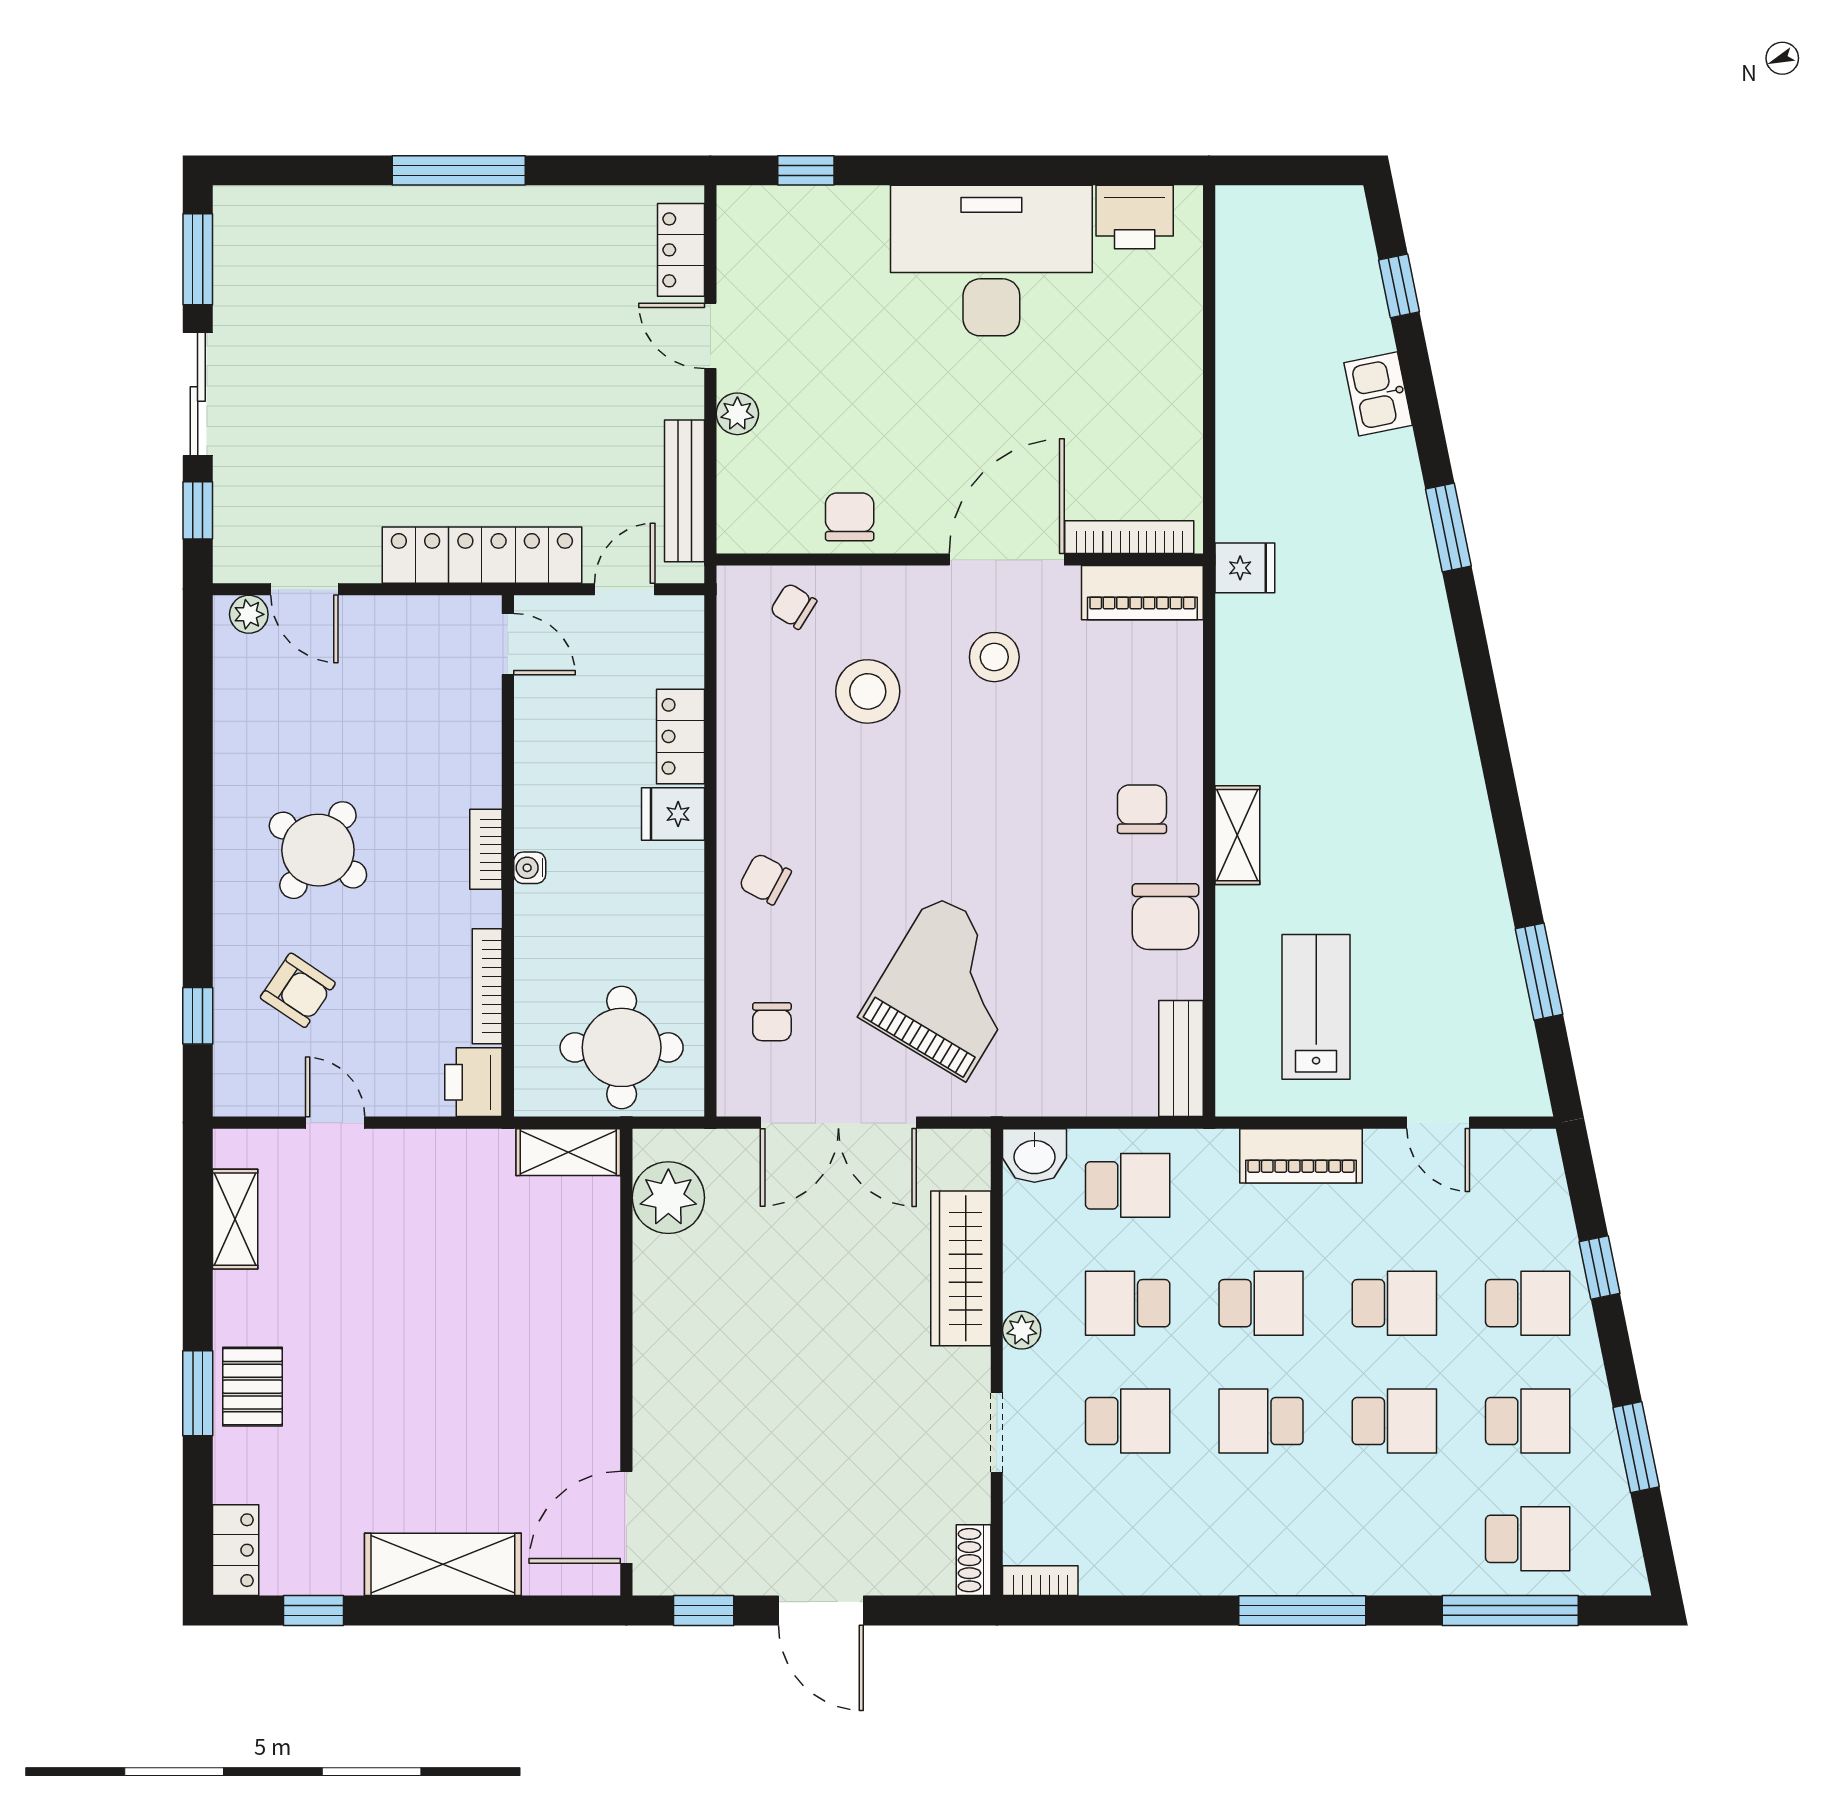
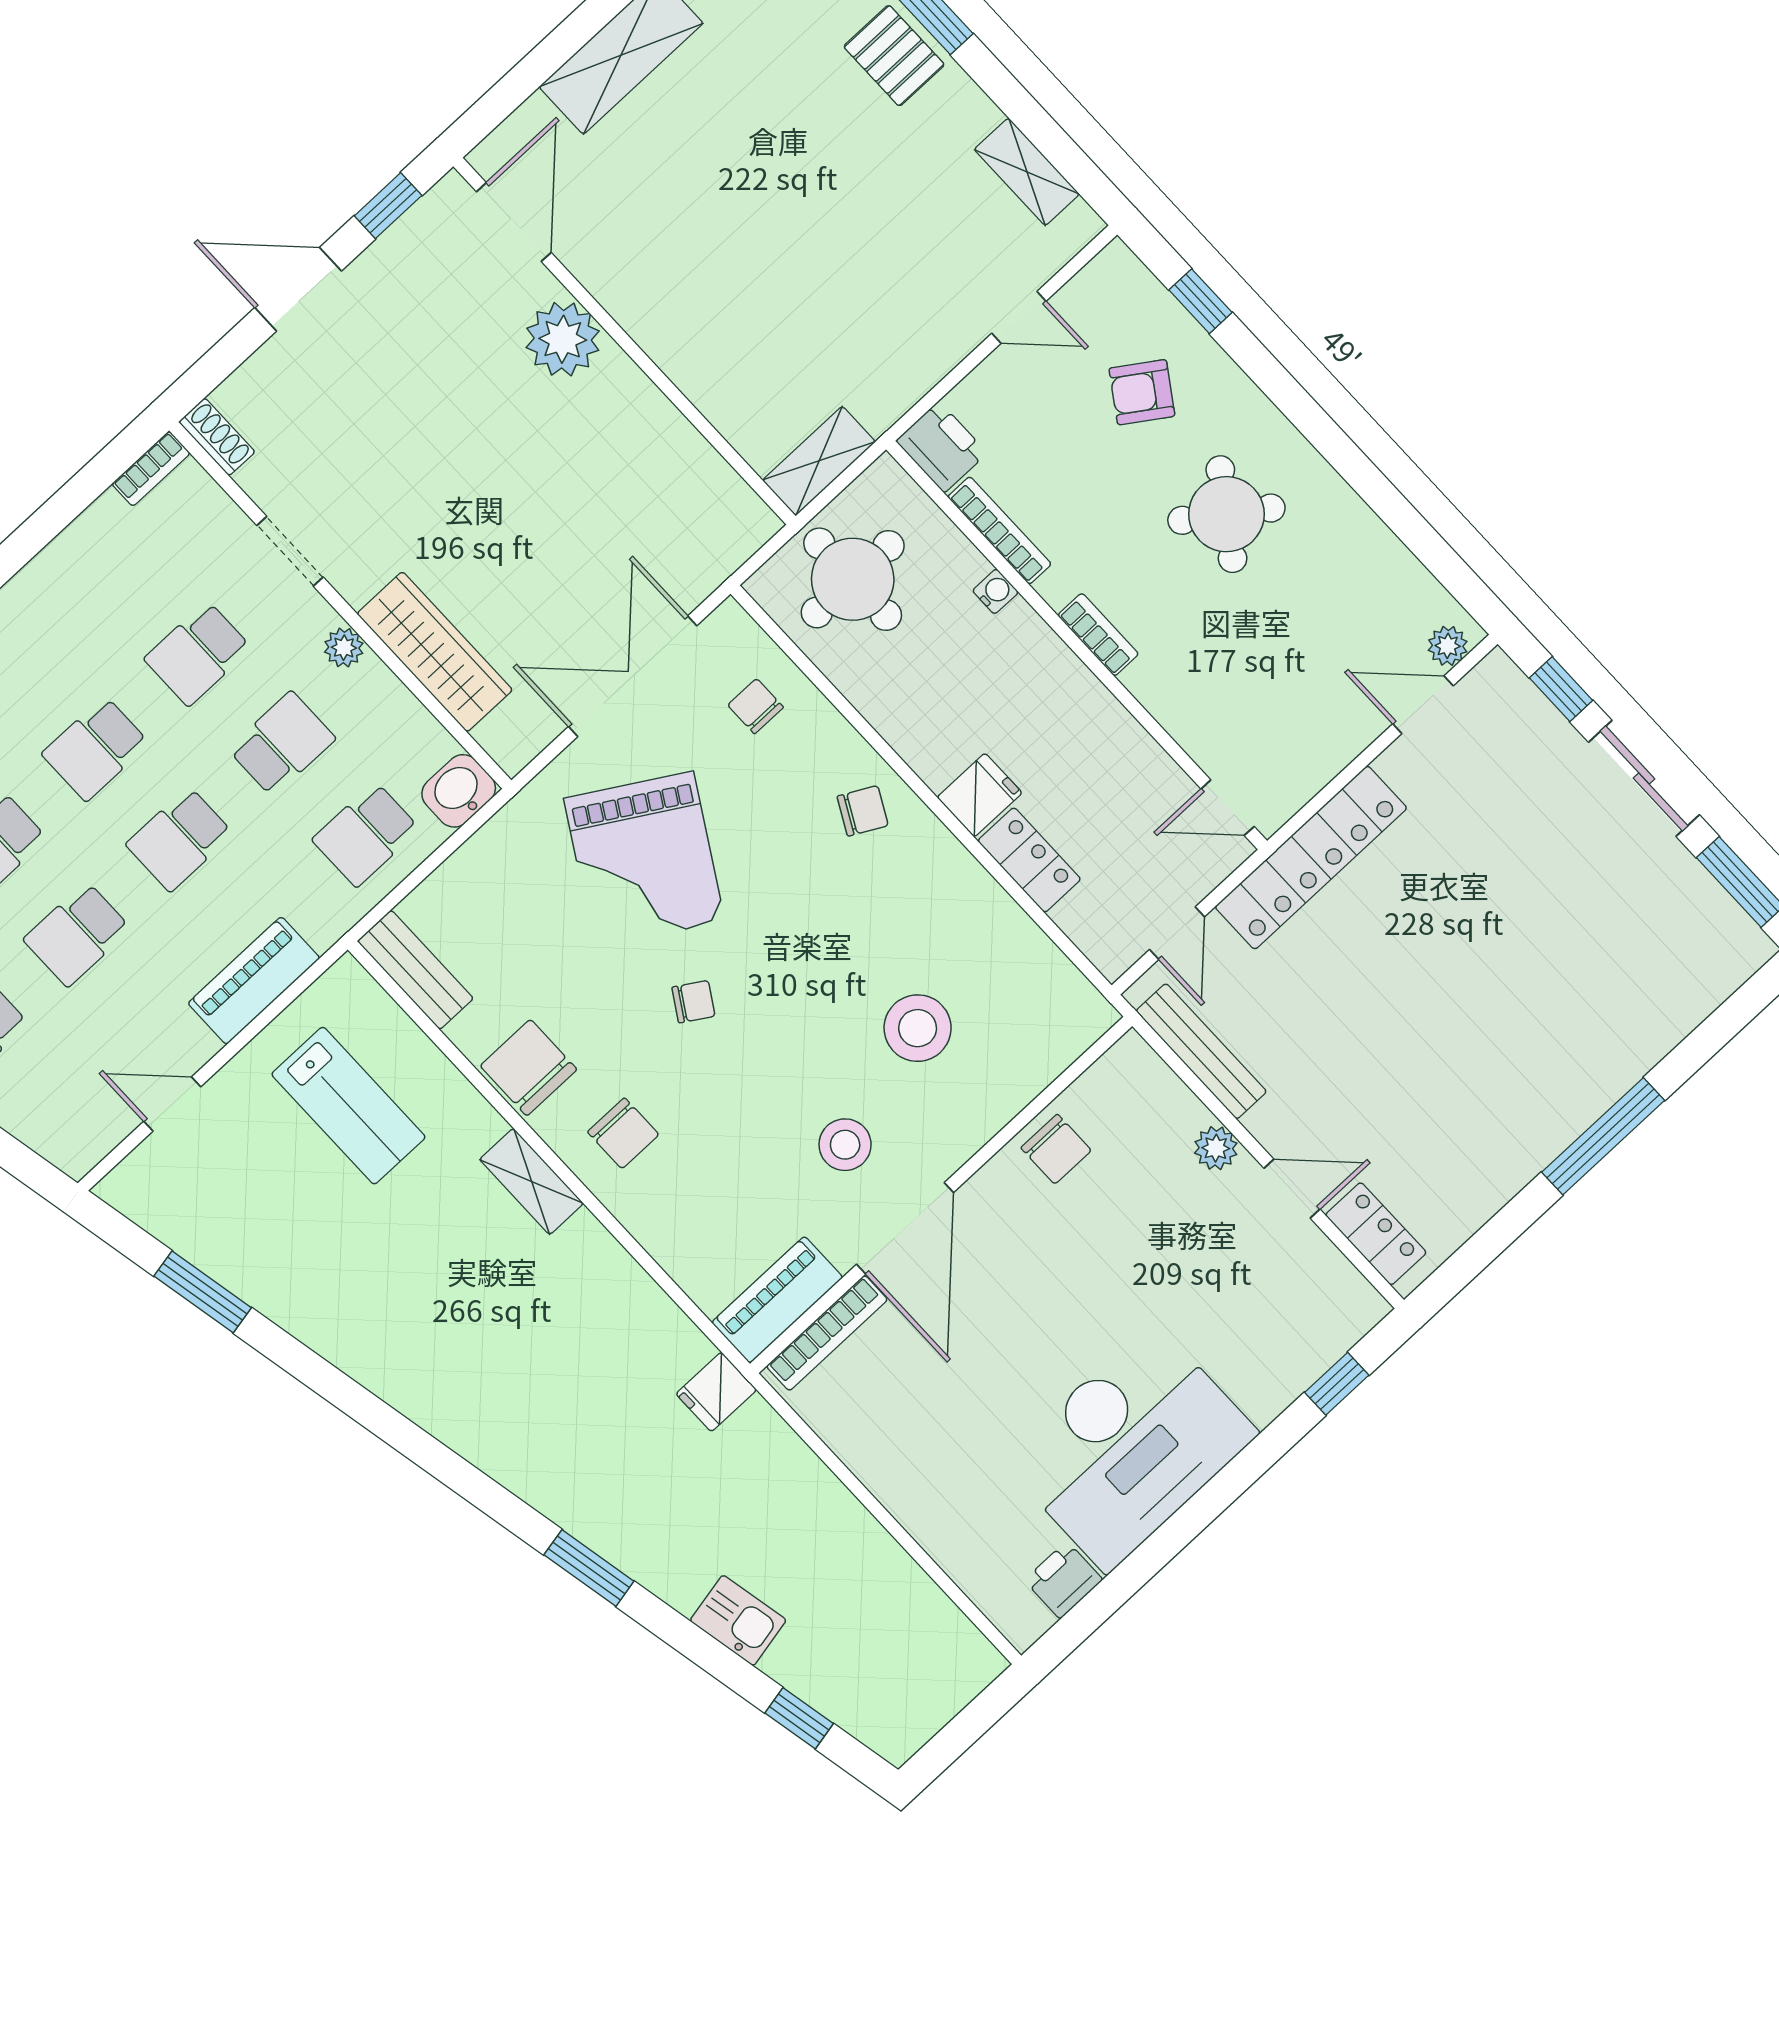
printer: (1135, 217) -> (1063, 1580), width x0.73, depth x0.81
chair: (793, 606) -> (693, 1002), moved
water cooler: (530, 868) -> (995, 591), moved
plant: (668, 1198) -> (563, 339), moved
school desk: (1261, 1421) -> (95, 749), turned 180

